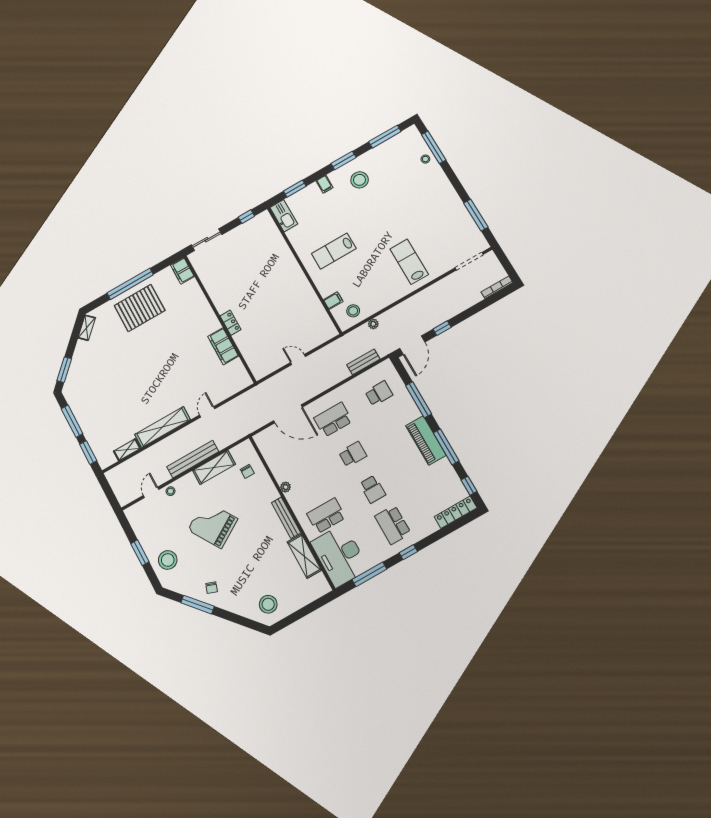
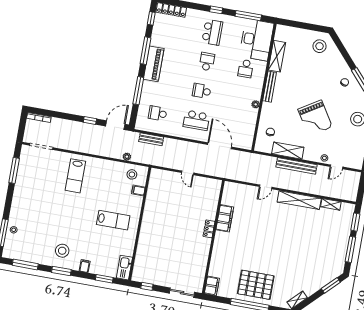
school desk: (326, 516) -> (246, 69), width x0.54

